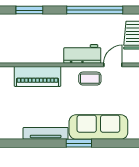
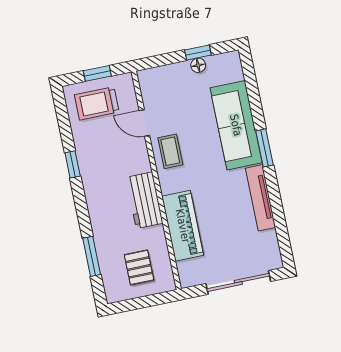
window: (95, 10) -> (73, 164), width x0.32
pallet: (15, 41) -> (139, 267), added
workbench: (82, 54) -> (144, 200), moved

